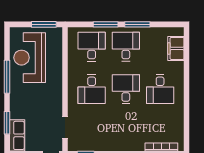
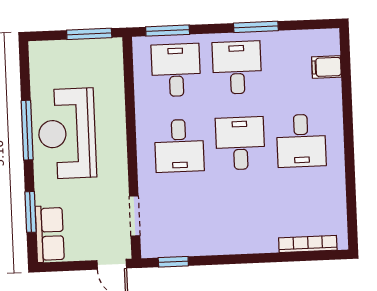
window: (106, 24) -> (168, 31), moved
filing cabinet: (176, 48) -> (326, 67), width x0.50
reception desk: (30, 58) -> (67, 134), moved

